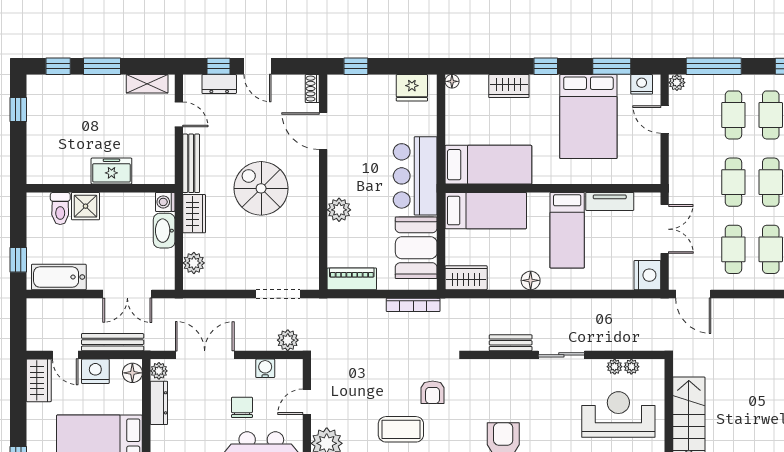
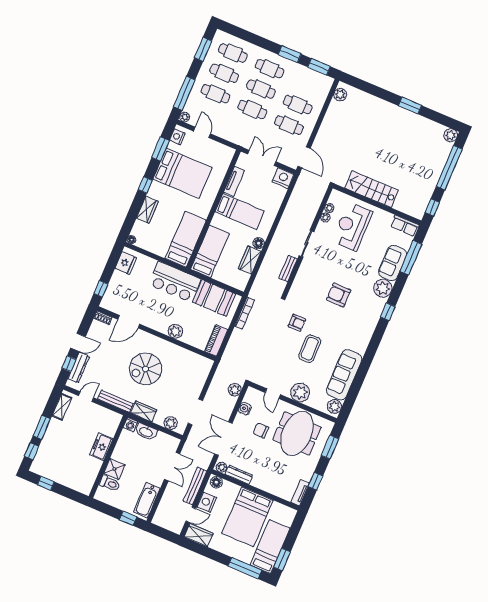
dresser: (219, 84) -> (79, 368), width x1.44
door: (665, 119) -> (202, 132), swing flipped
wardrobe: (466, 278) -> (250, 260), moved
doorway: (278, 294) -> (195, 412), moved
door: (693, 294) -> (304, 157), hinge flipped

